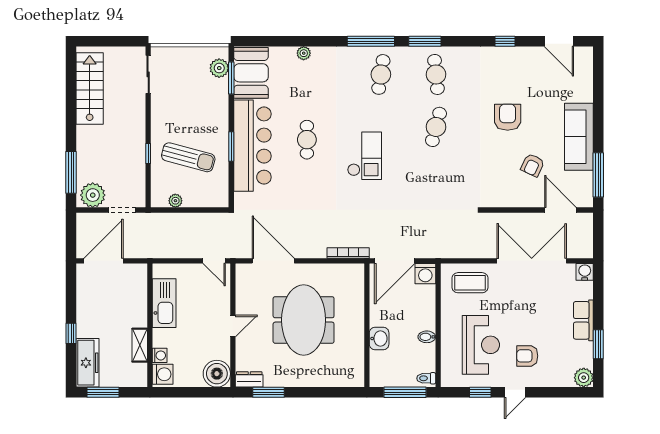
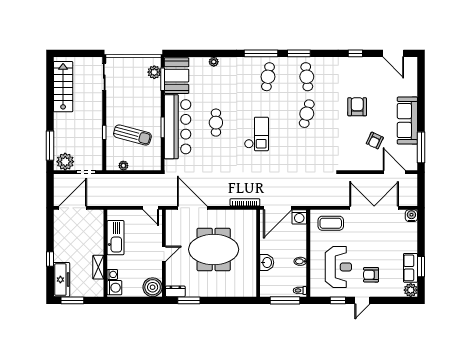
meeting table: (304, 320) -> (214, 249), turned 90
row of seats: (583, 320) -> (410, 268), moved

